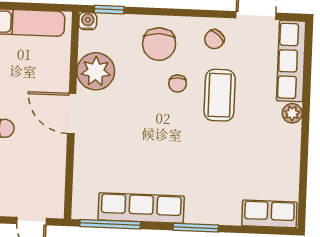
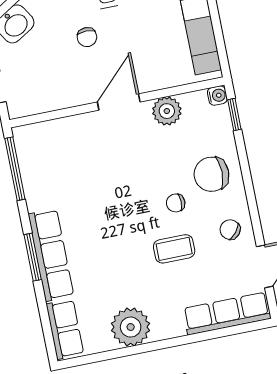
plant: (96, 71) -> (167, 111), width x0.73, depth x0.73
coffee table: (220, 95) -> (174, 249), width x0.73, depth x0.77
plant: (292, 113) -> (131, 327), moved, width x1.87, depth x1.87
row of seats: (141, 208) -> (51, 255), moved

